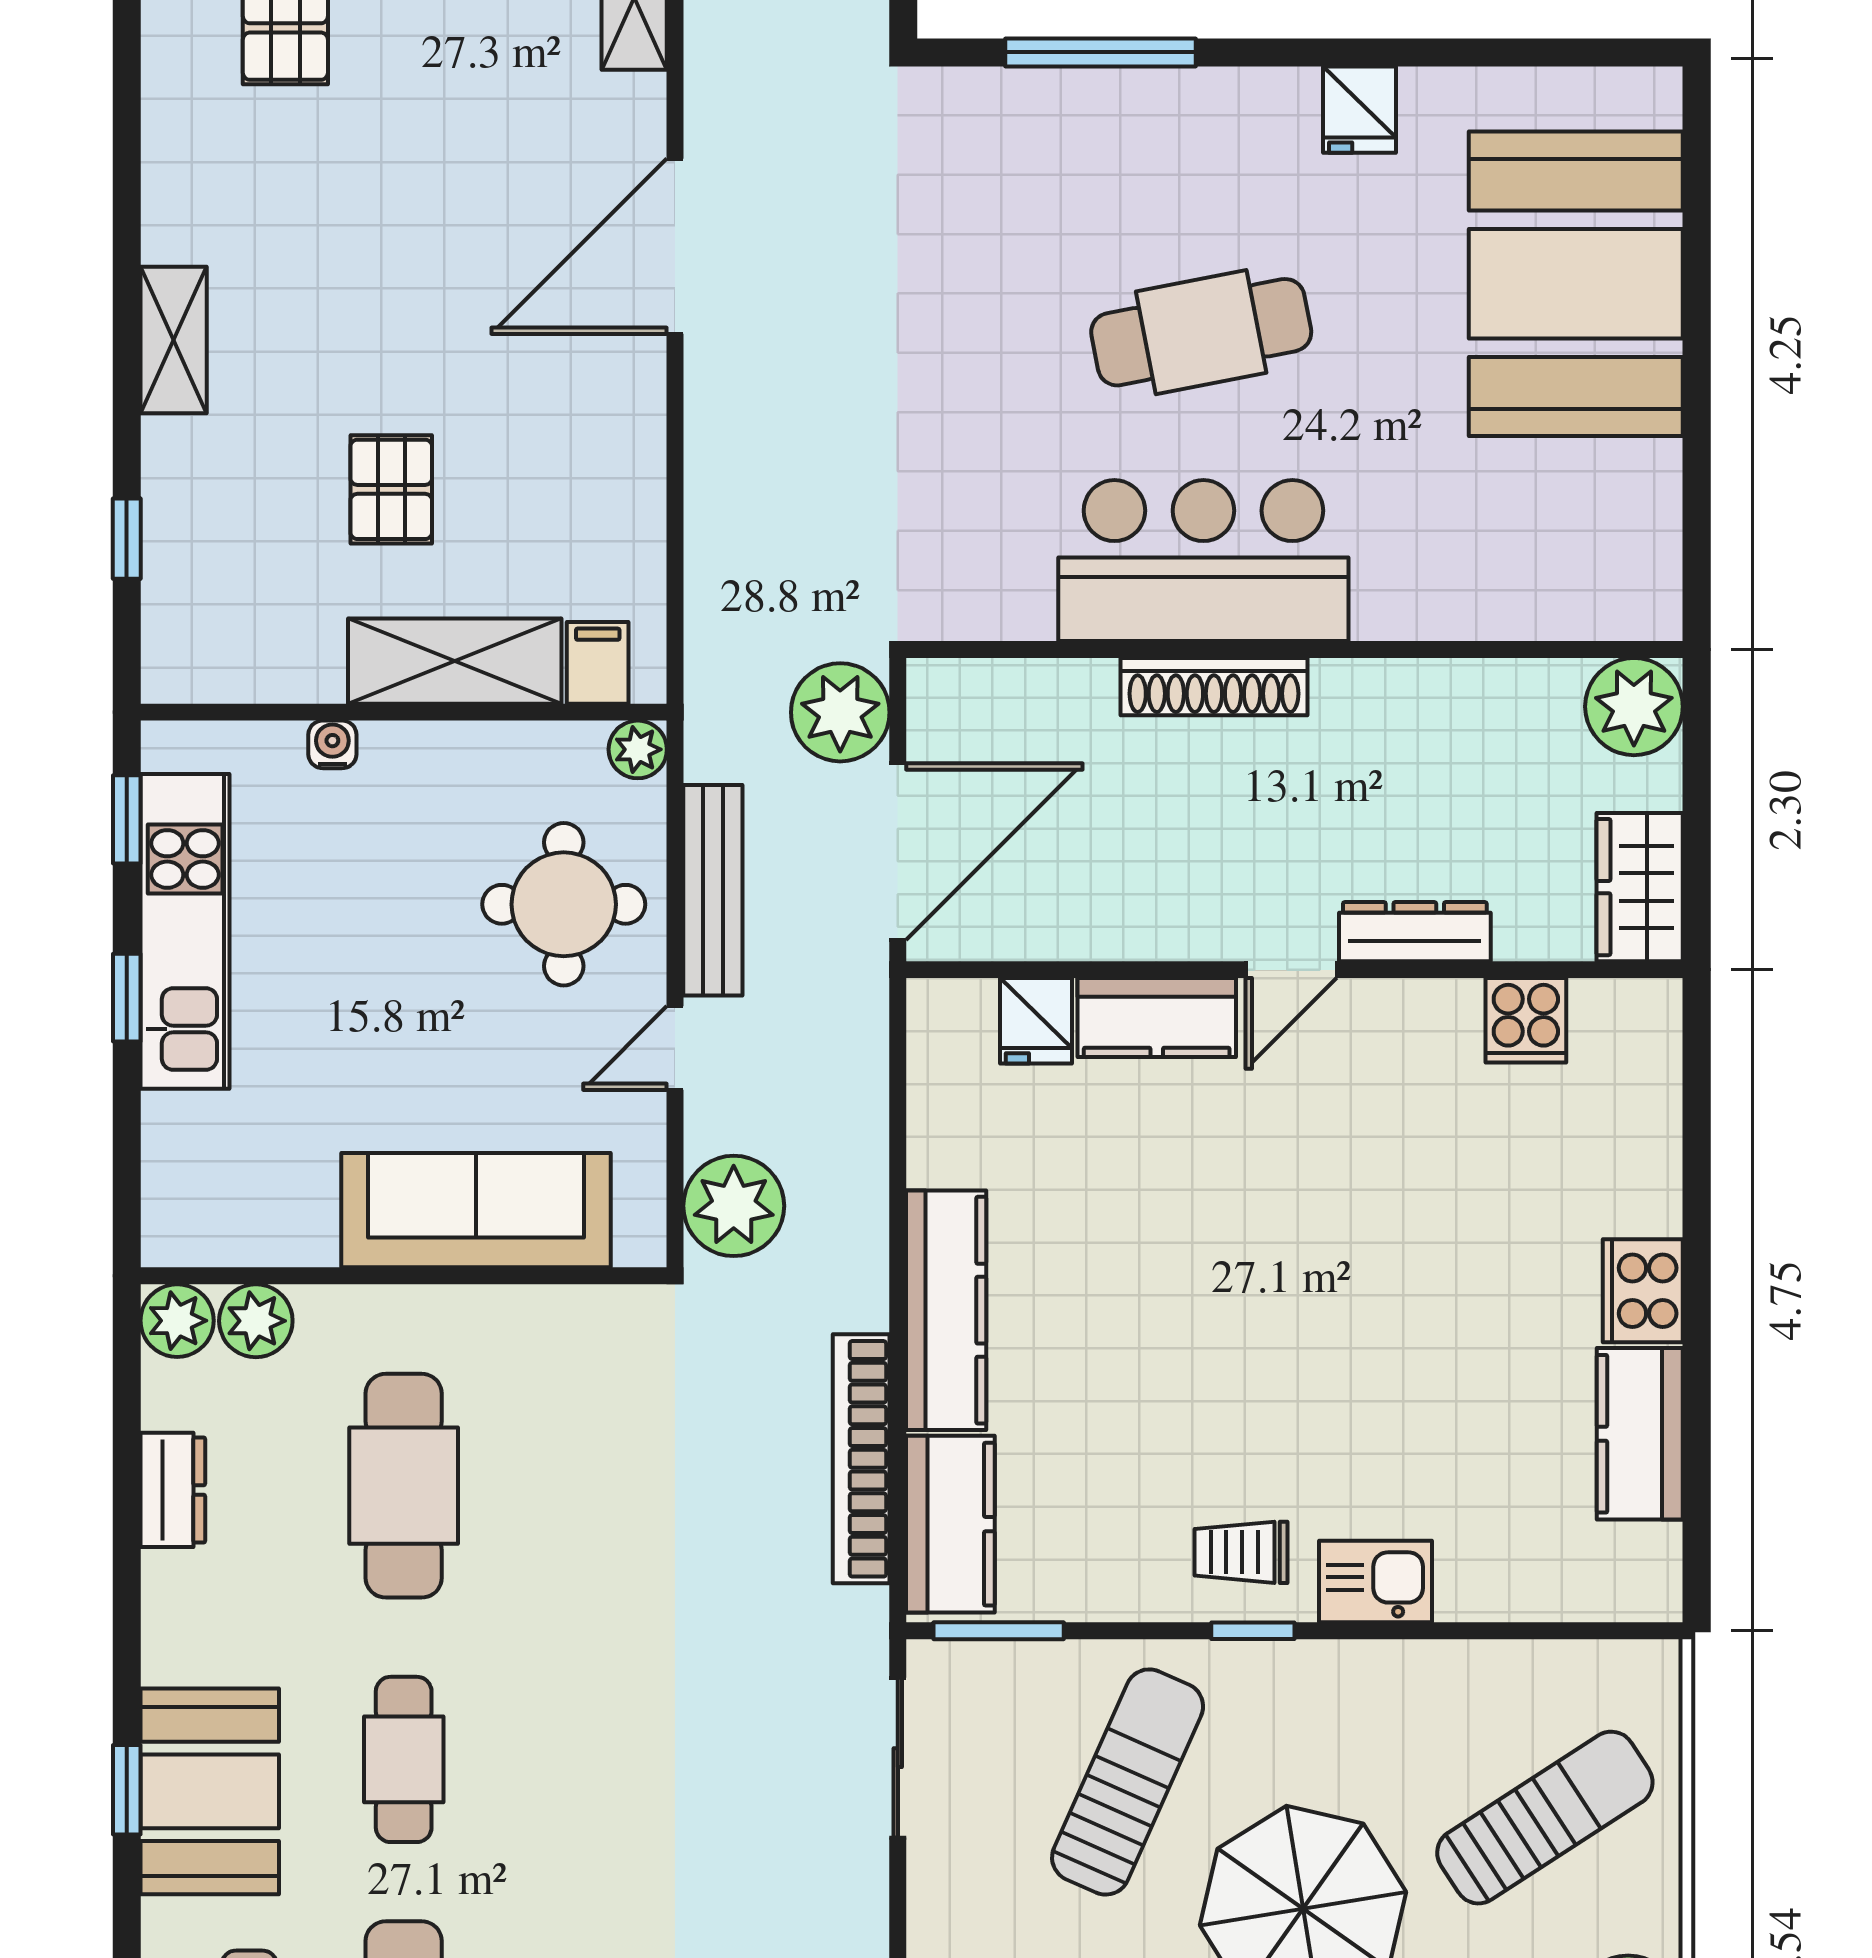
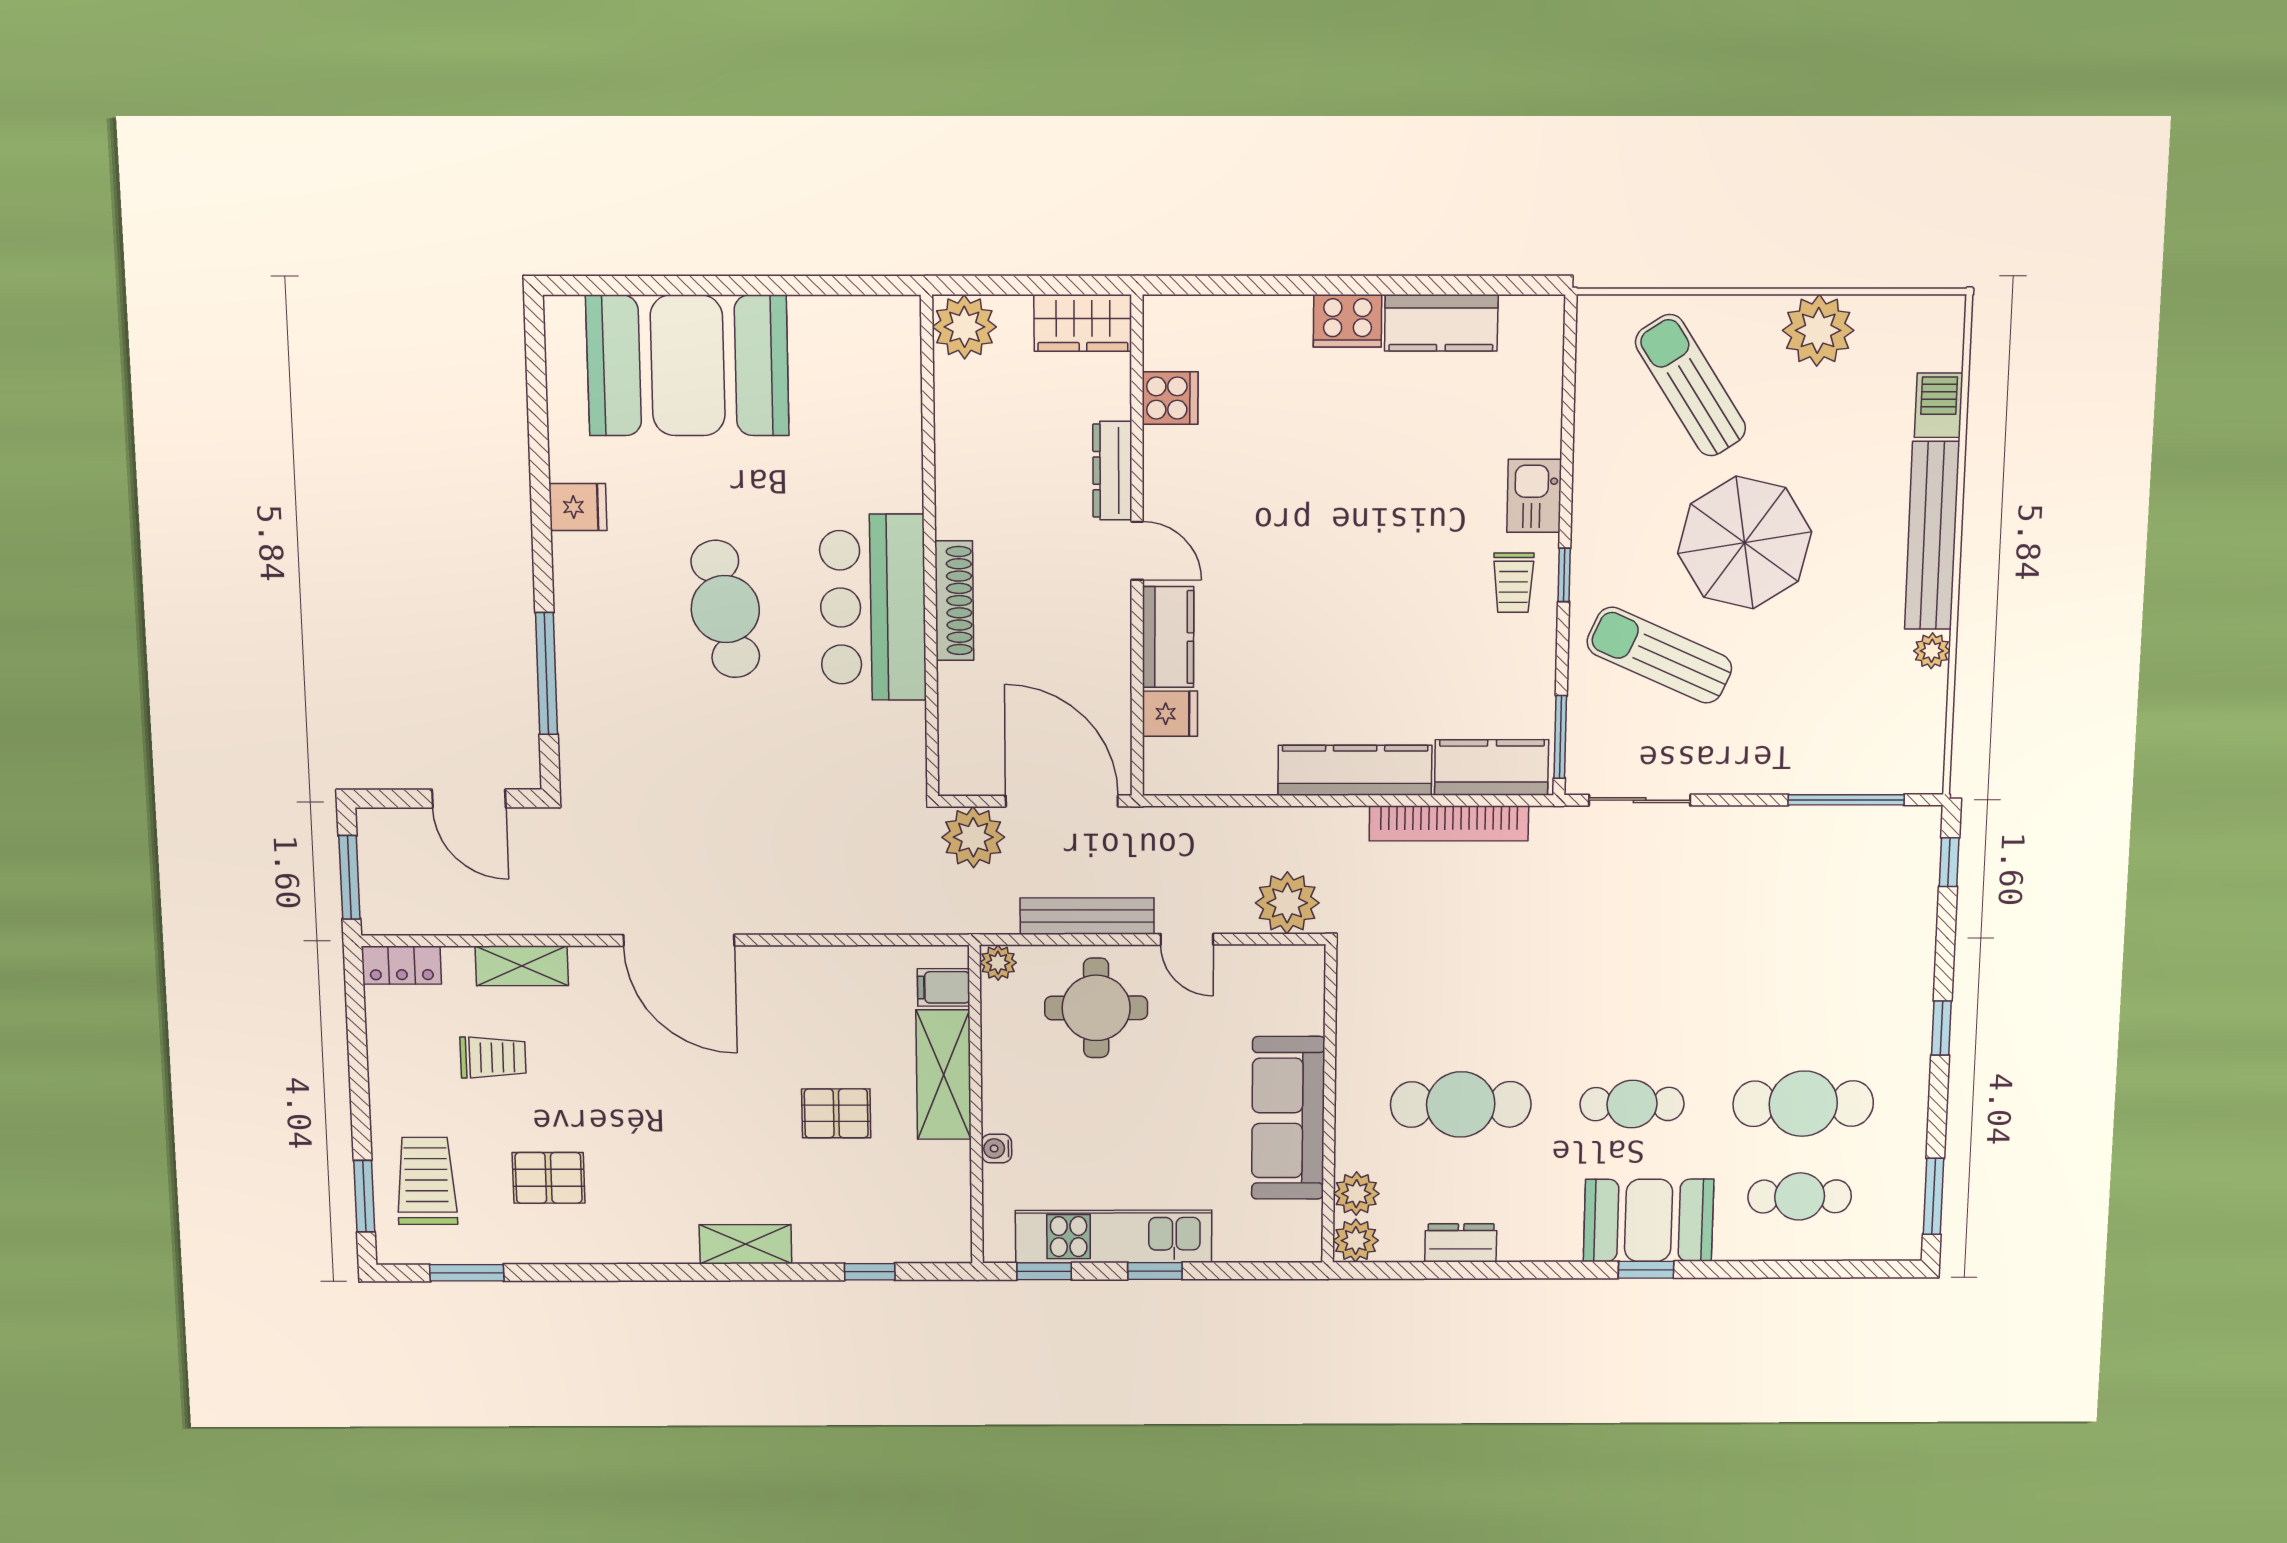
sofa: (476, 1210) -> (1288, 1118), moved

